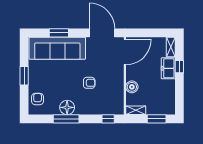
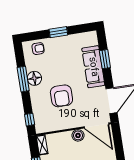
sofa: (57, 48) -> (93, 67), width x0.74, depth x0.79
armchair: (89, 83) -> (61, 96), width x1.88, depth x1.88
boiler: (132, 87) -> (78, 135), moved

